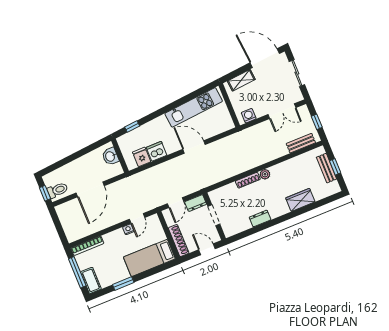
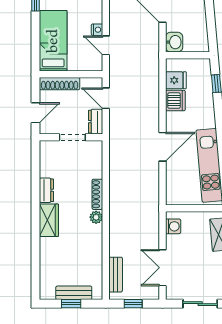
washbasin: (110, 156) -> (174, 42), moved, turned 90
wardrobe: (300, 200) -> (49, 220), moved

